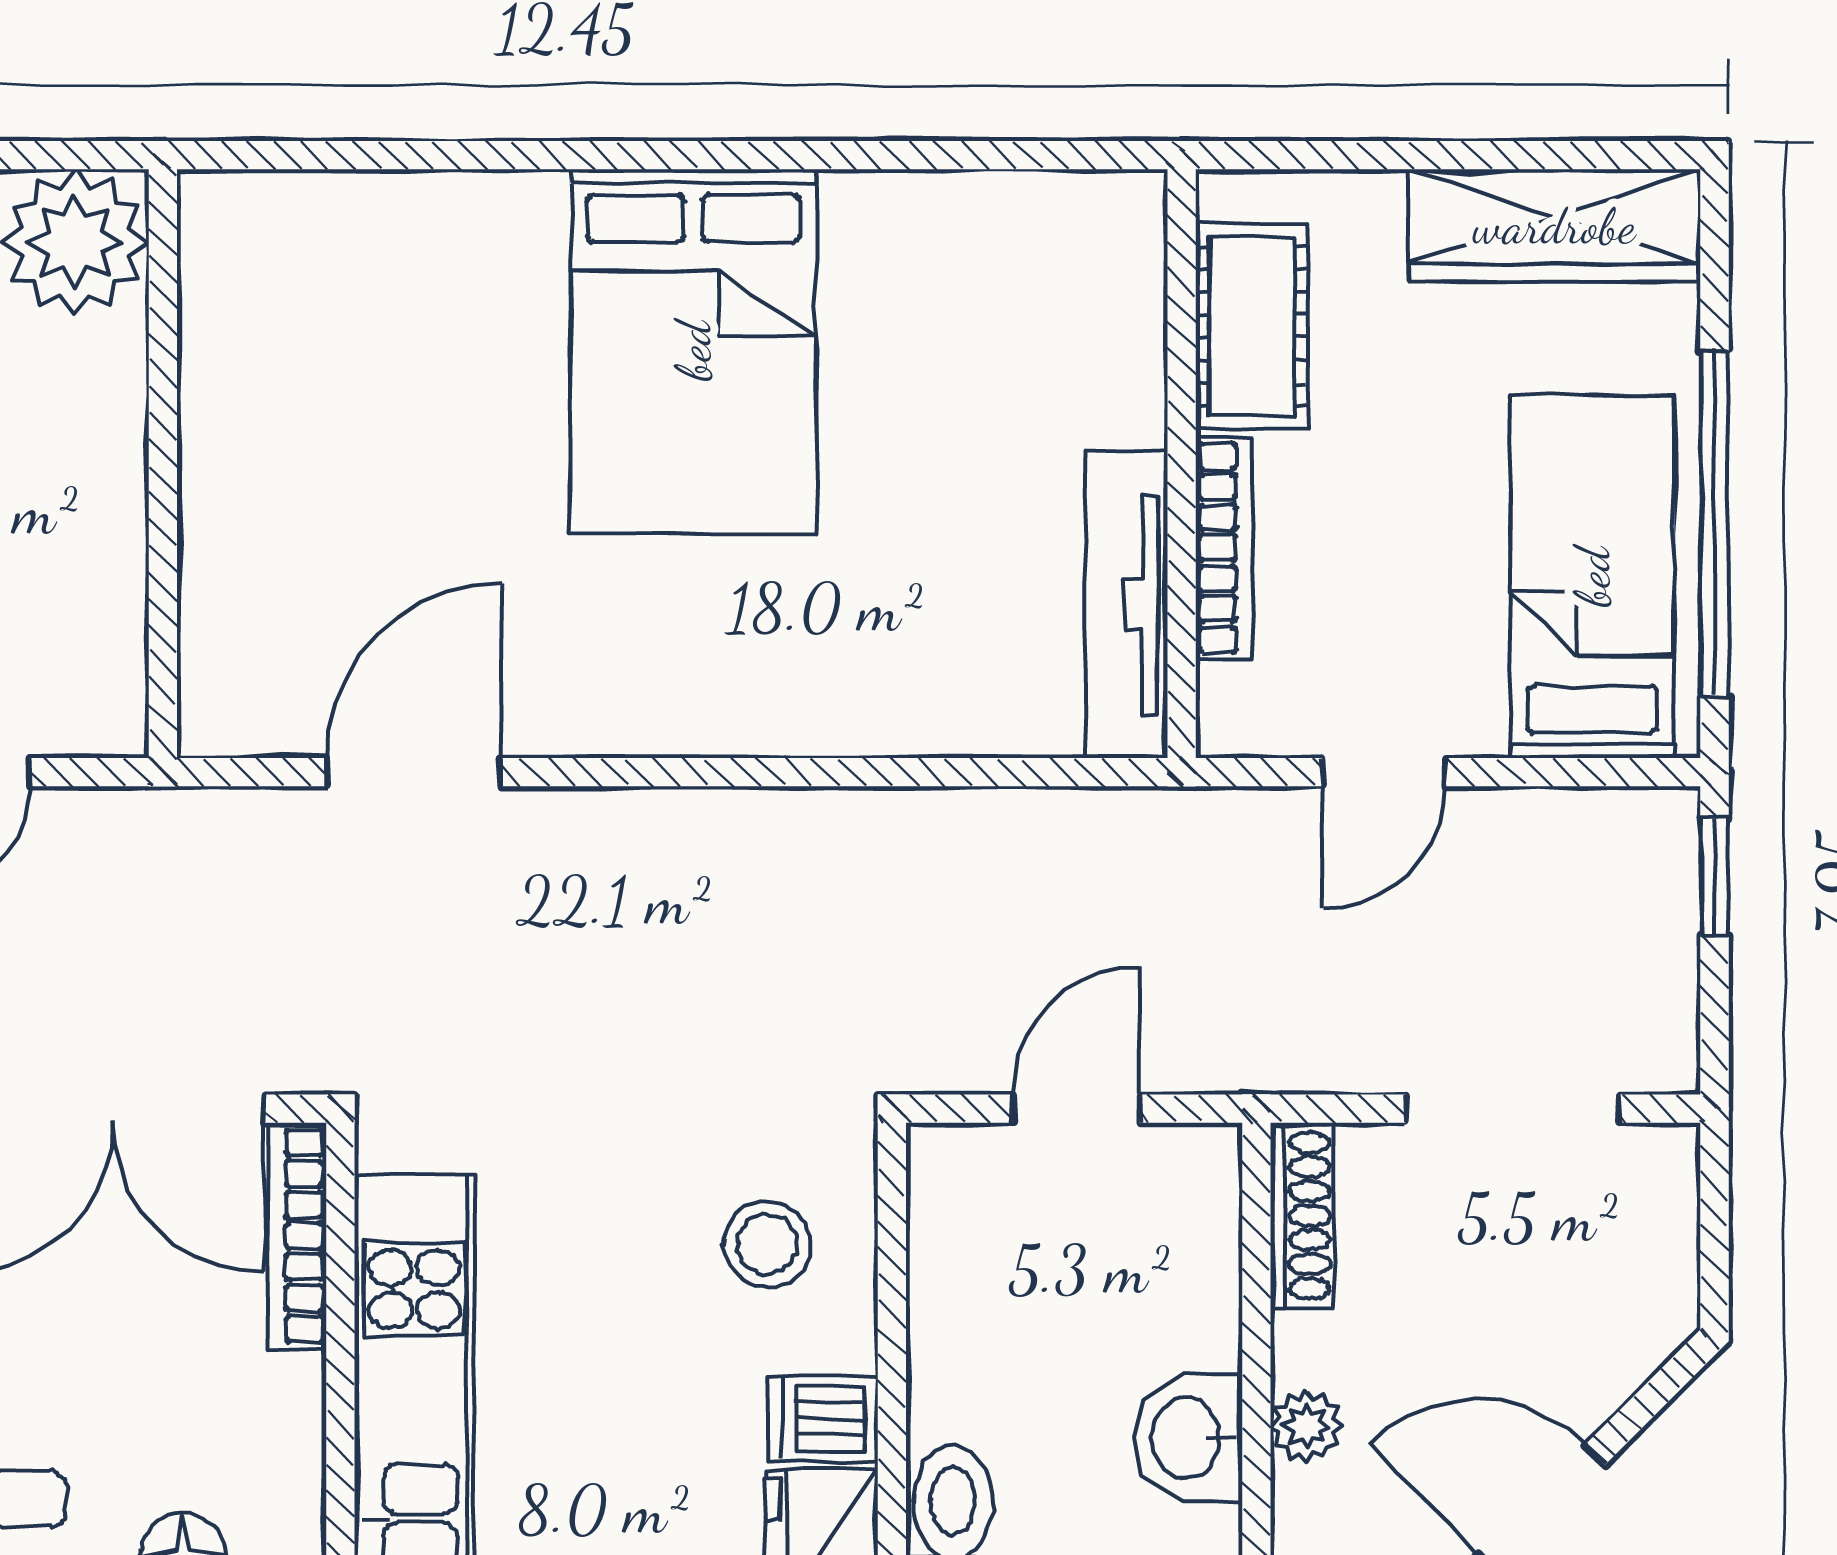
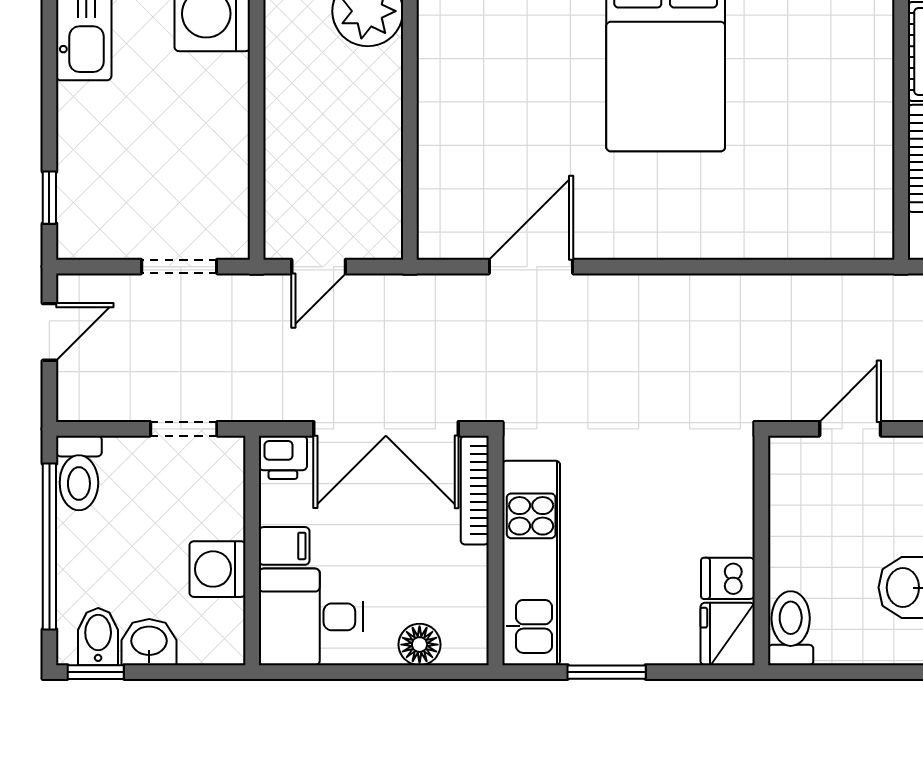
tv unit: (1126, 605) -> (874, 186), removed
stool: (768, 1244) -> (701, 494), removed

